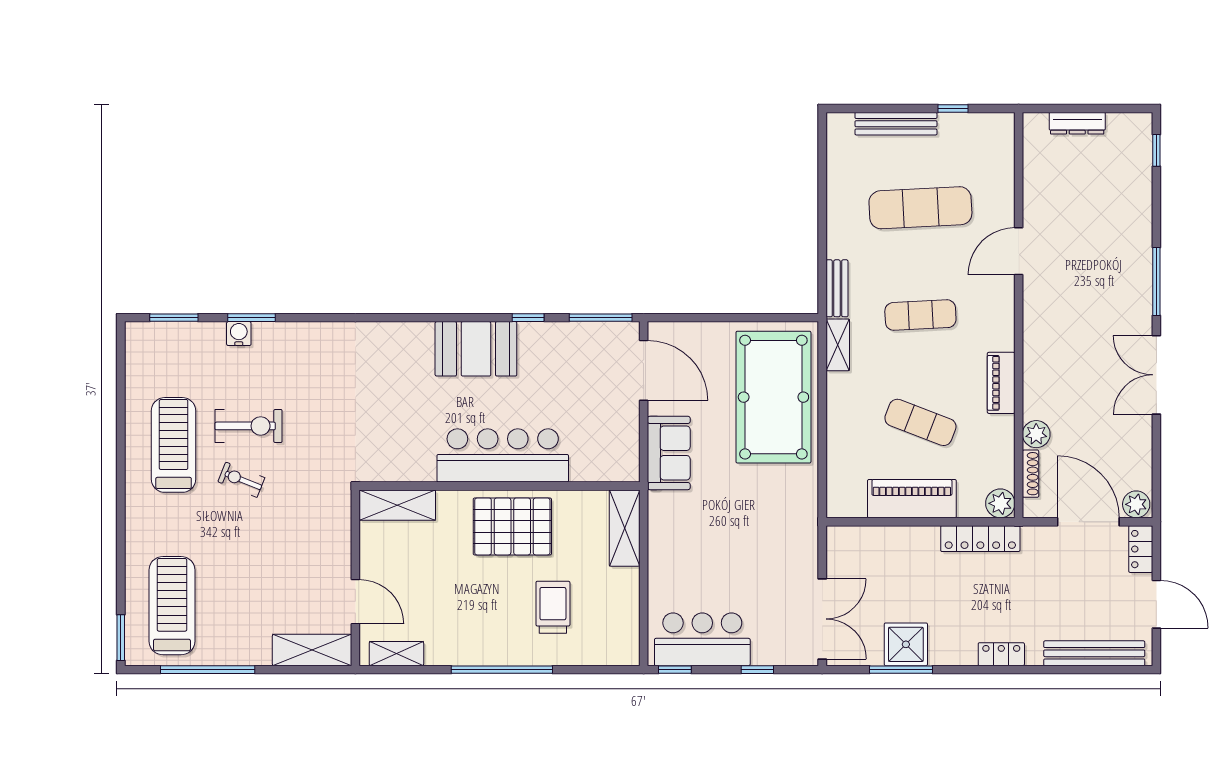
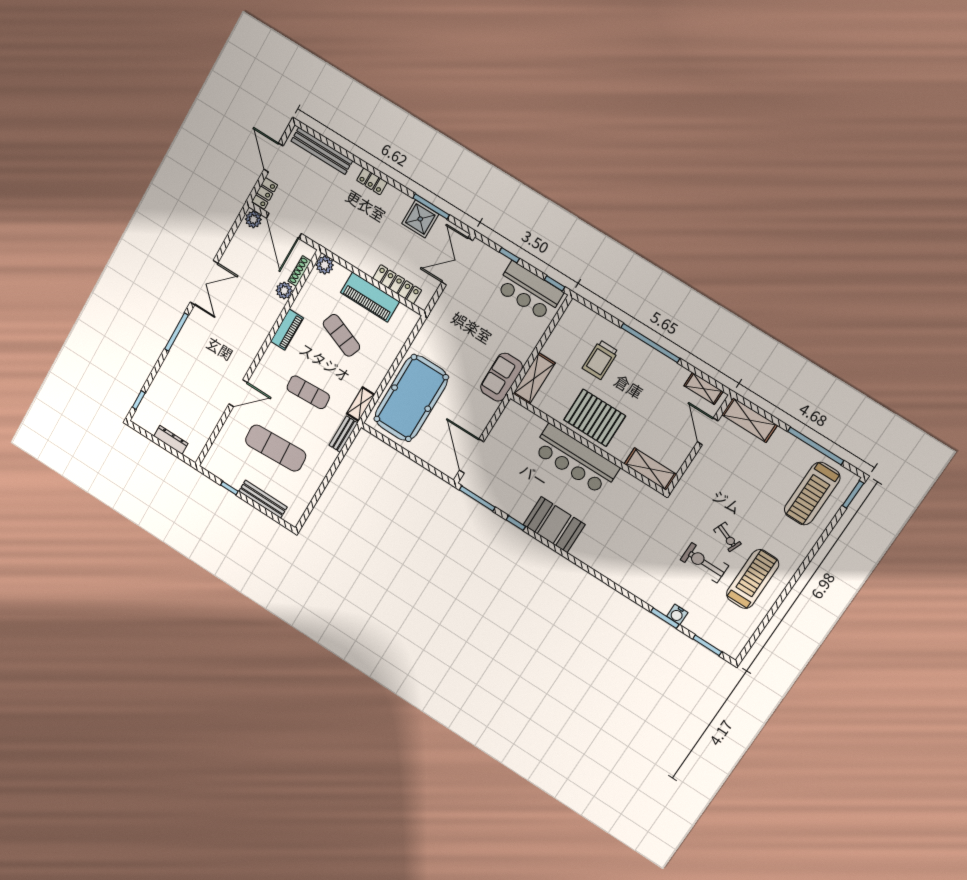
treadmill: (174, 445) -> (753, 579), turned 180
sofa: (669, 453) -> (502, 377), moved
locker: (980, 539) -> (397, 284), moved

